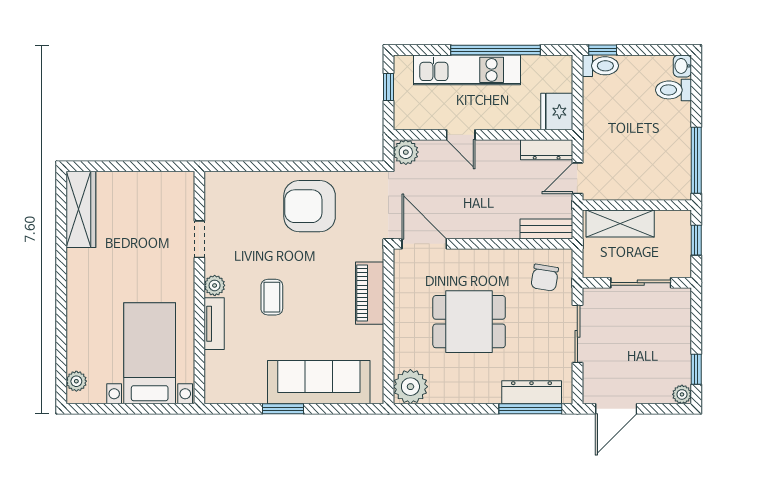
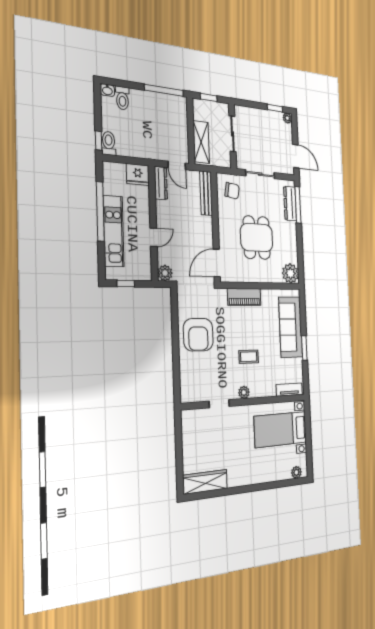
bench: (546, 229) -> (206, 193), width x1.36
tv unit: (214, 324) -> (289, 390), moved

